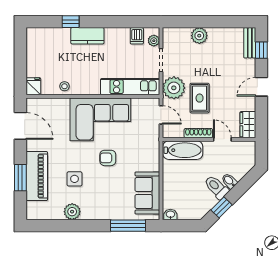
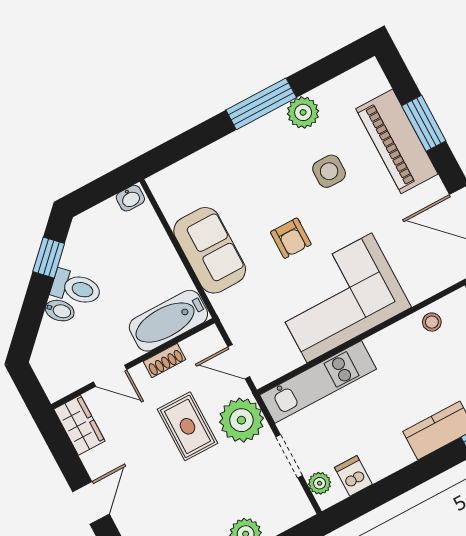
shoe rack: (198, 133) -> (165, 360), width x0.70
armchair: (108, 158) -> (291, 238), turned 90
sofa: (147, 193) -> (210, 250), moved
window: (128, 226) -> (261, 104), moved

